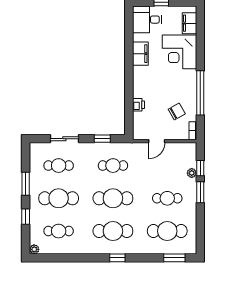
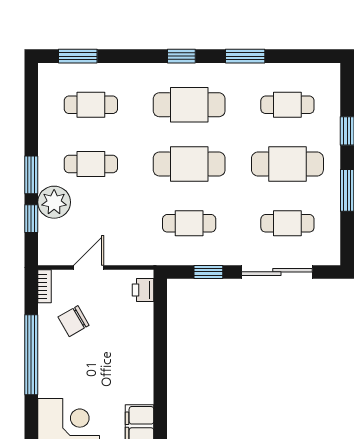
printer: (138, 105) -> (143, 290), moved
sliding door: (64, 139) -> (277, 272), width x1.37
door: (157, 141) -> (89, 267), moved
plant: (192, 173) -> (54, 202), width x1.87, depth x1.87
cafe table: (167, 231) -> (91, 105), width x0.73, depth x0.74
plant: (34, 249) -> (332, 72), removed
window: (82, 258) -> (245, 56), added

